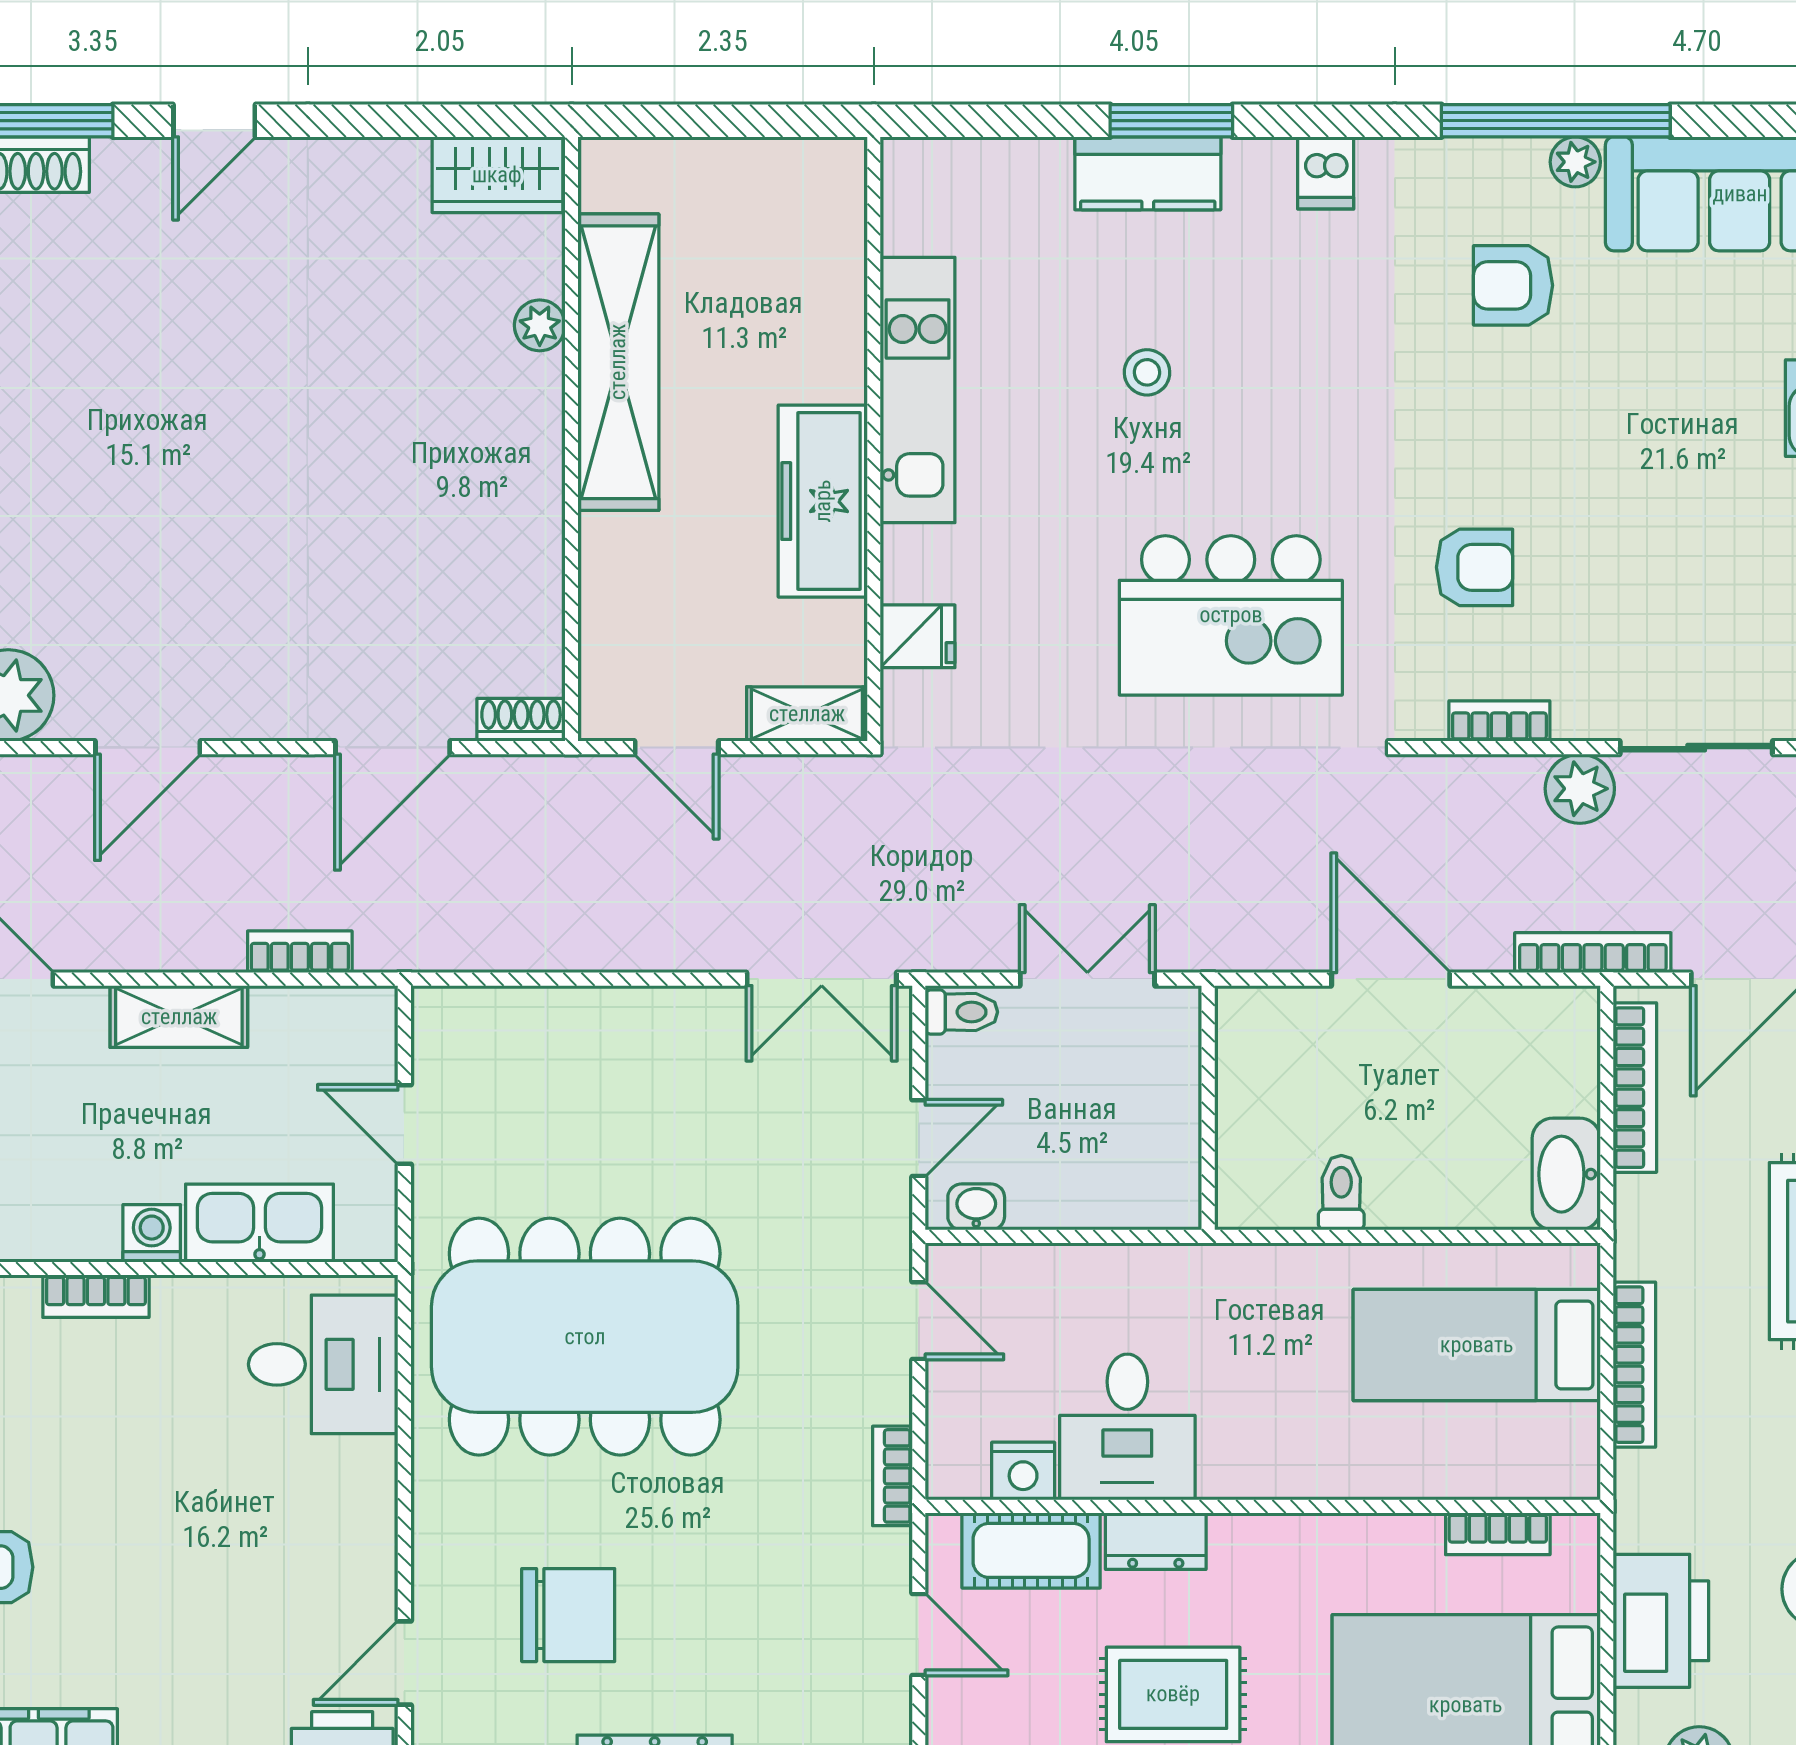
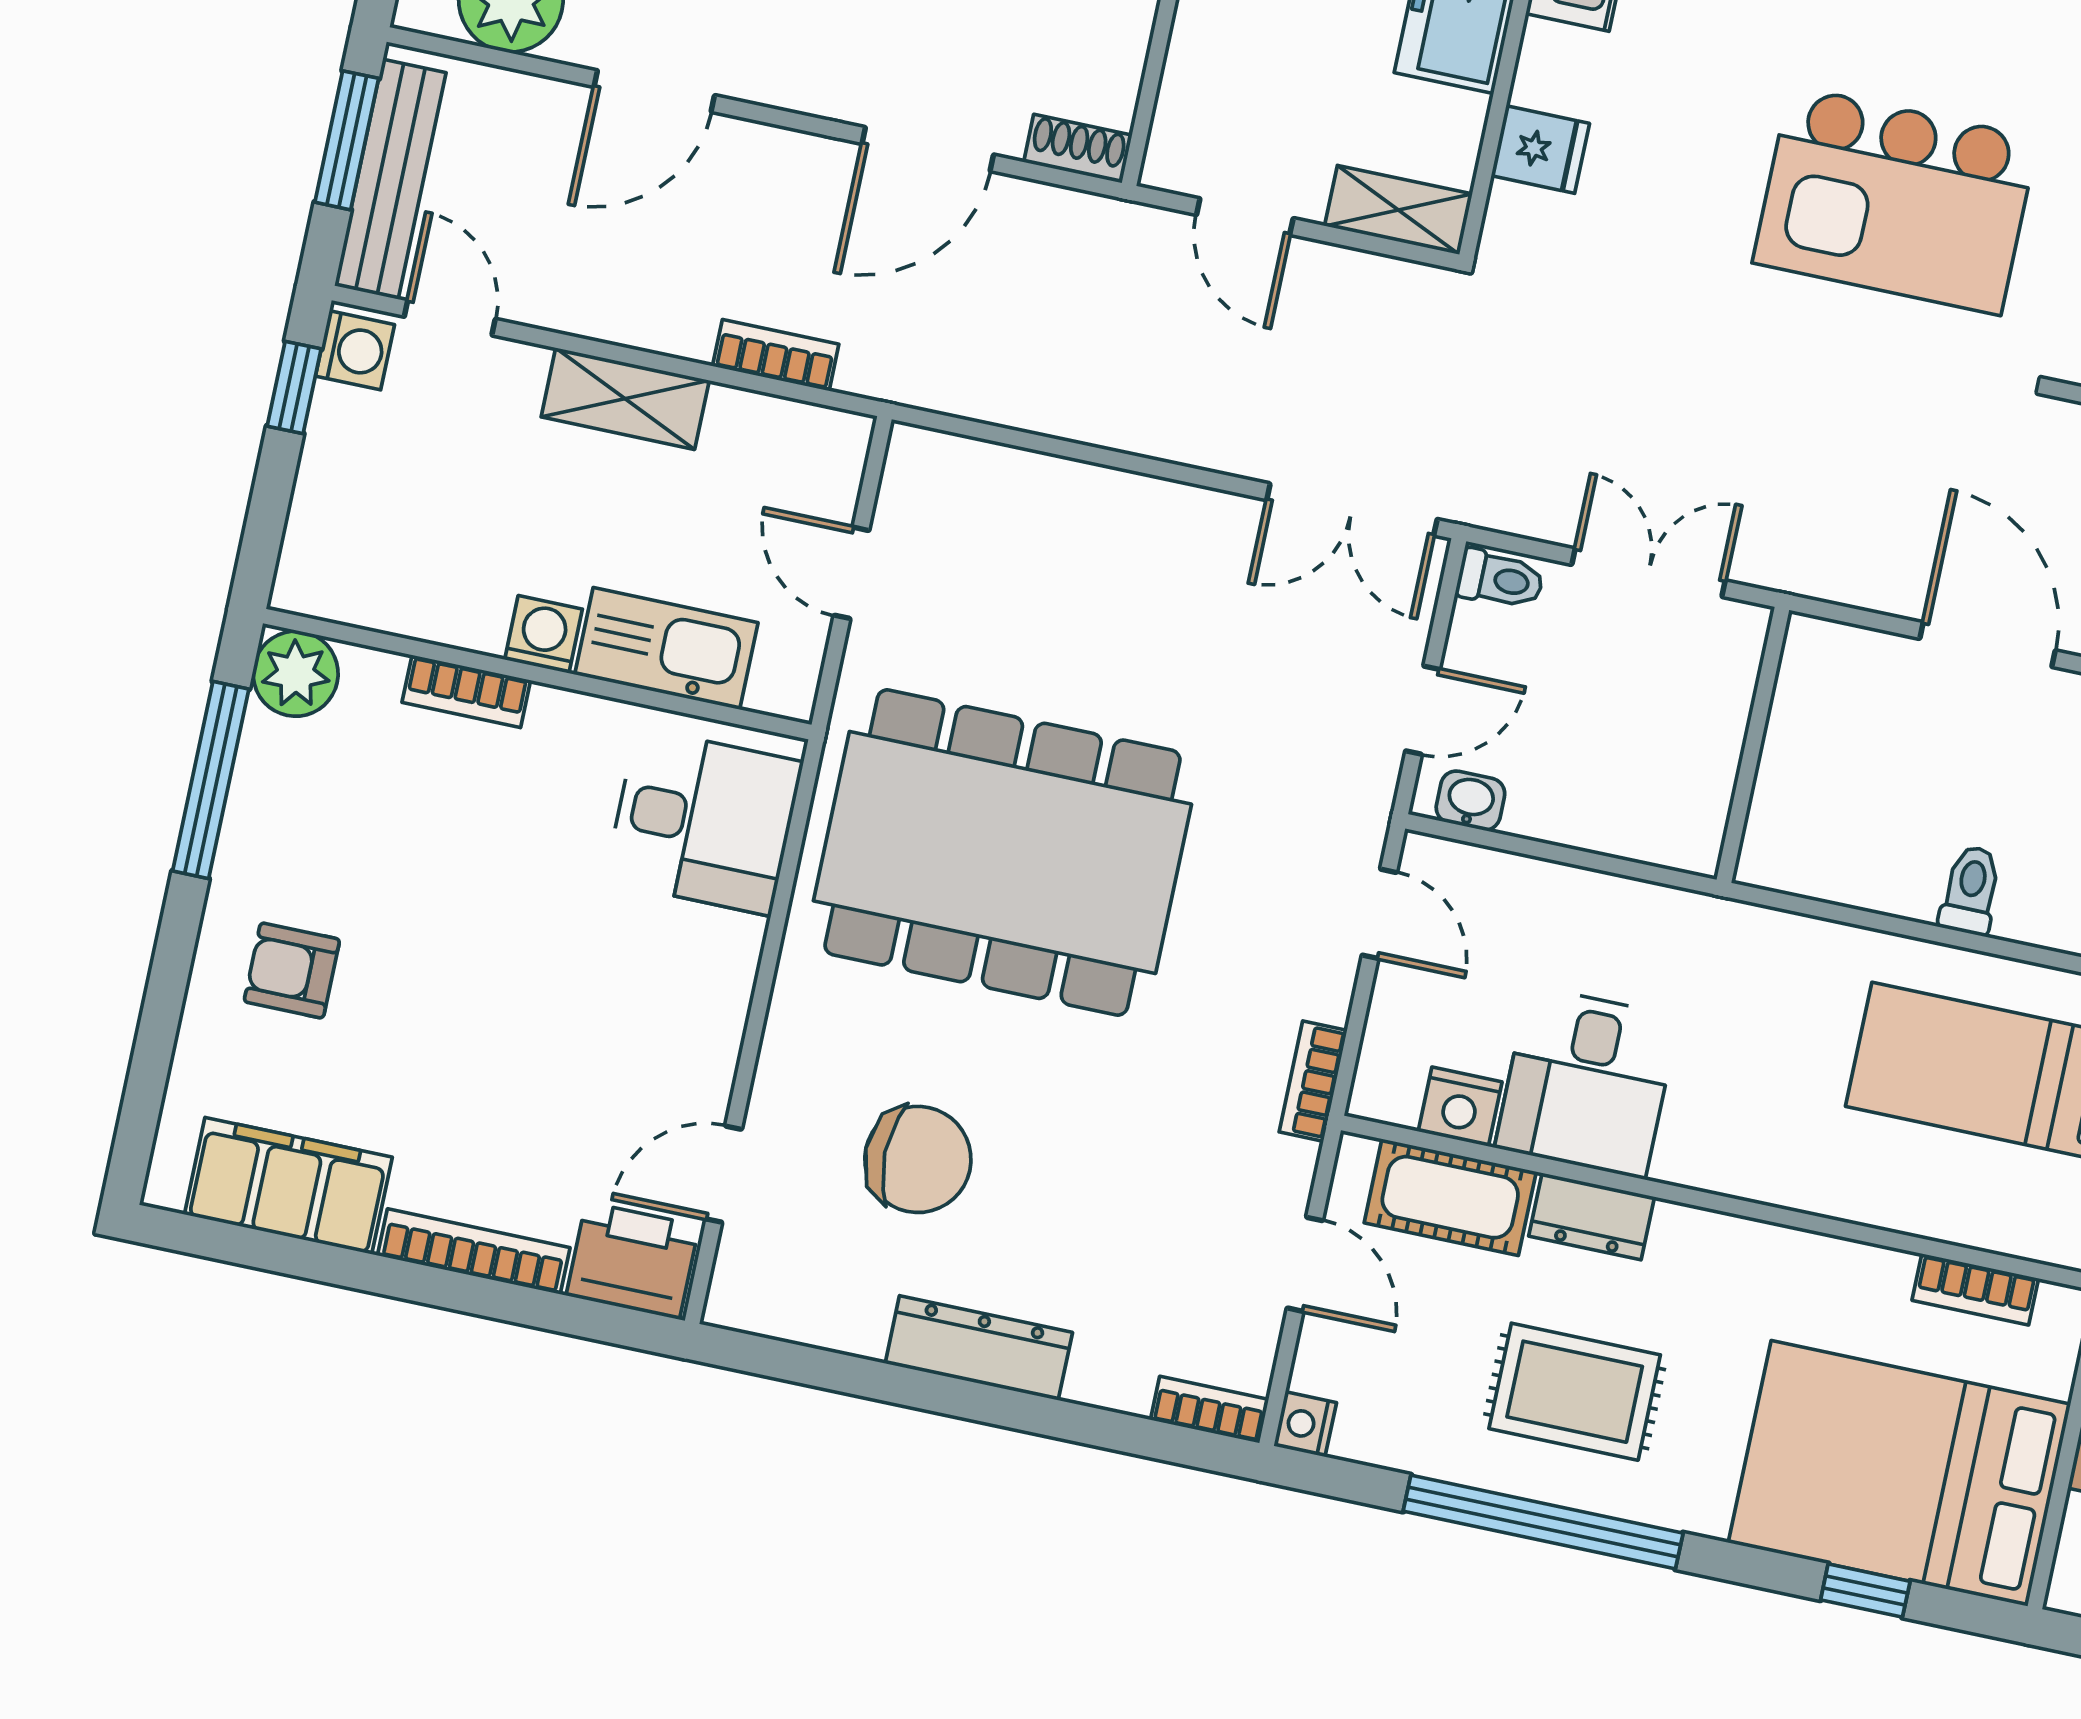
toilet: (1341, 1193) -> (1971, 890), moved

